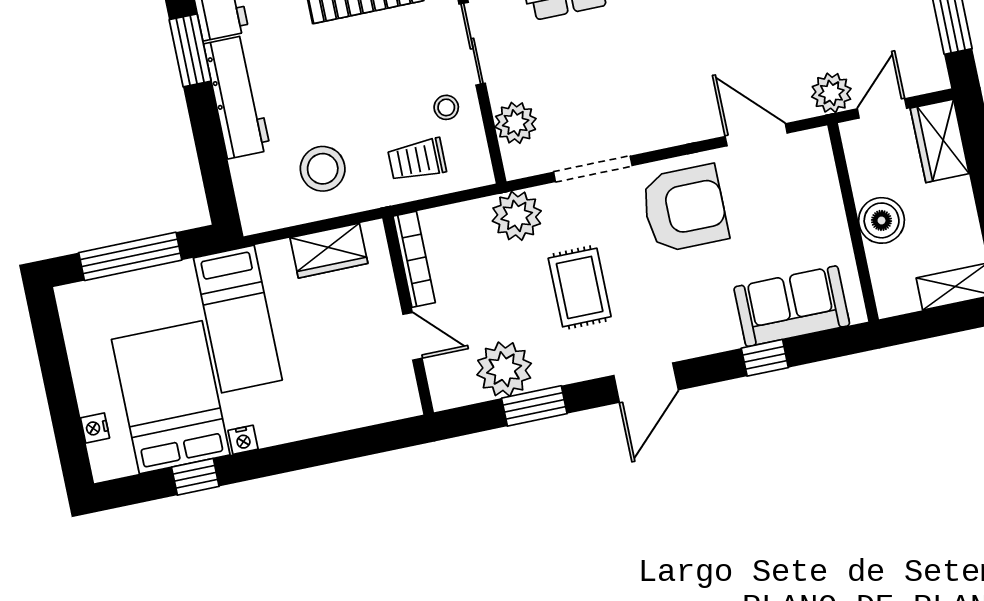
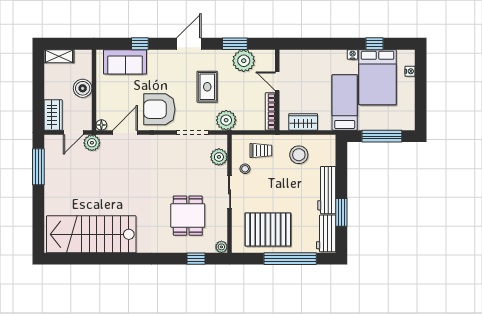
door: (756, 135) -> (125, 132), swing flipped
floor lamp: (817, 141) -> (101, 125), added

